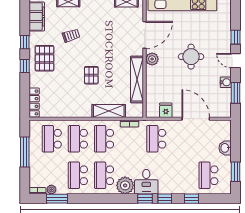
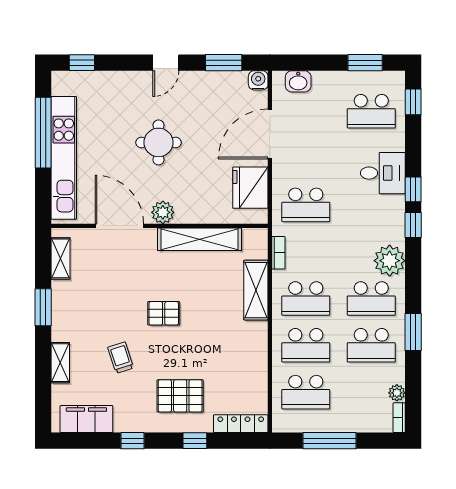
window: (236, 37) -> (82, 63), moved
pallet: (44, 58) -> (180, 396), moved
window: (25, 66) -> (195, 441), moved
pallet: (91, 75) -> (164, 313), moved
water cooler: (226, 82) -> (258, 80), moved
fridge: (166, 110) -> (250, 188), width x1.88, depth x1.34
washbasin: (225, 148) -> (298, 81), moved
desk: (146, 182) -> (383, 173), moved
window: (57, 199) -> (413, 332), moved
window: (191, 199) -> (413, 102), moved

